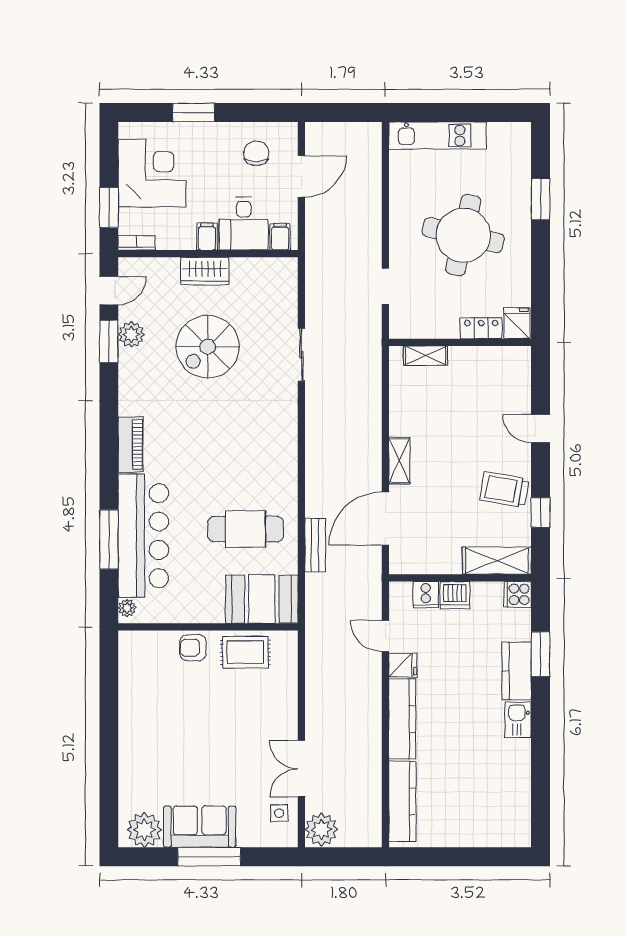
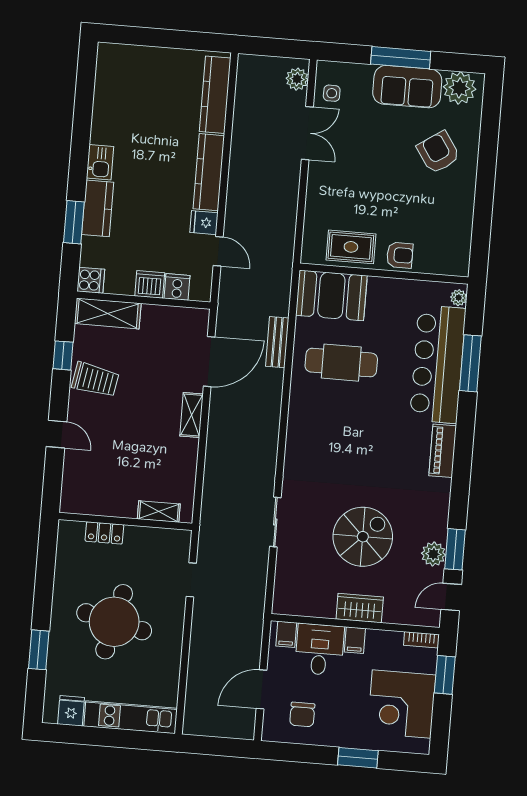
fridge: (517, 323) -> (71, 711), moved, turned 180
armchair: (161, 760) -> (438, 152), added
plant: (321, 829) -> (297, 79), width x0.73, depth x0.73

